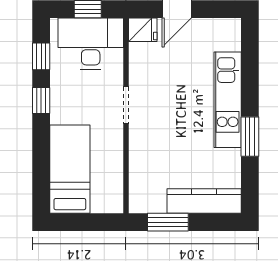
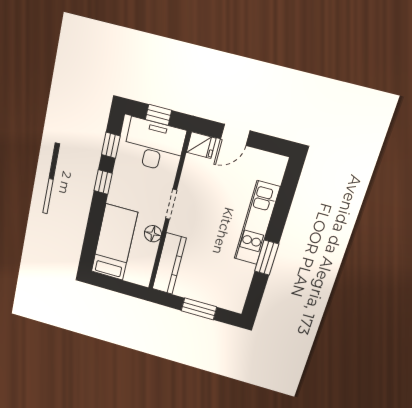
floor lamp: (113, 146) -> (153, 234), added
kitchen counter: (204, 201) -> (169, 264), moved, turned 90
window: (168, 222) -> (199, 309), moved

